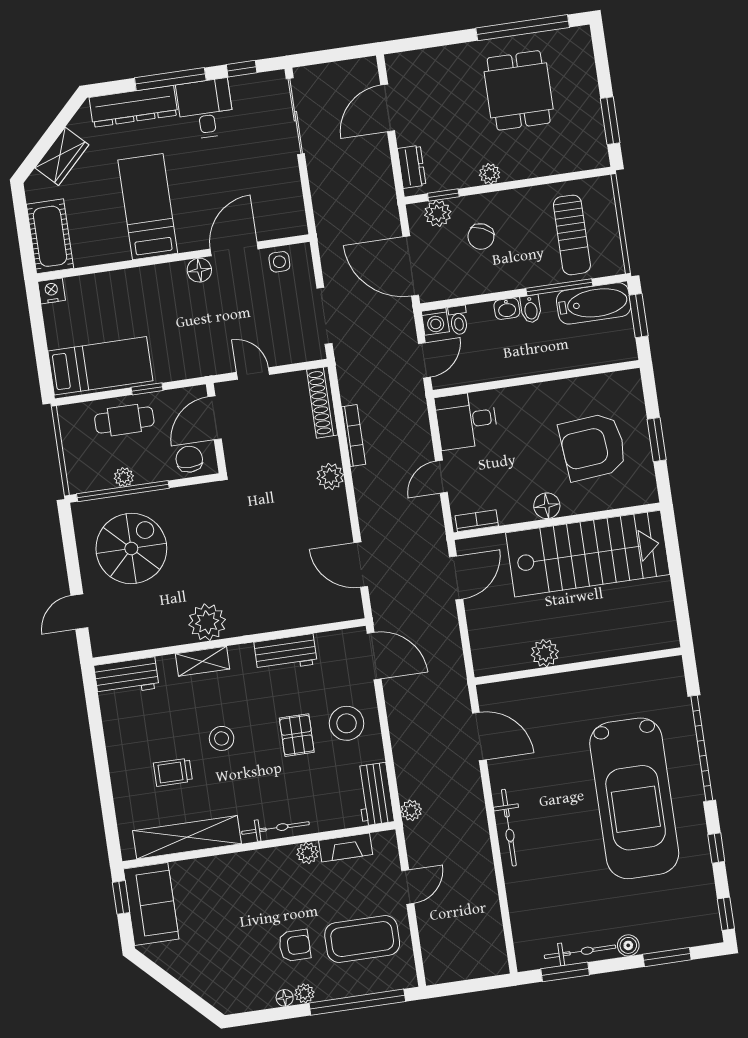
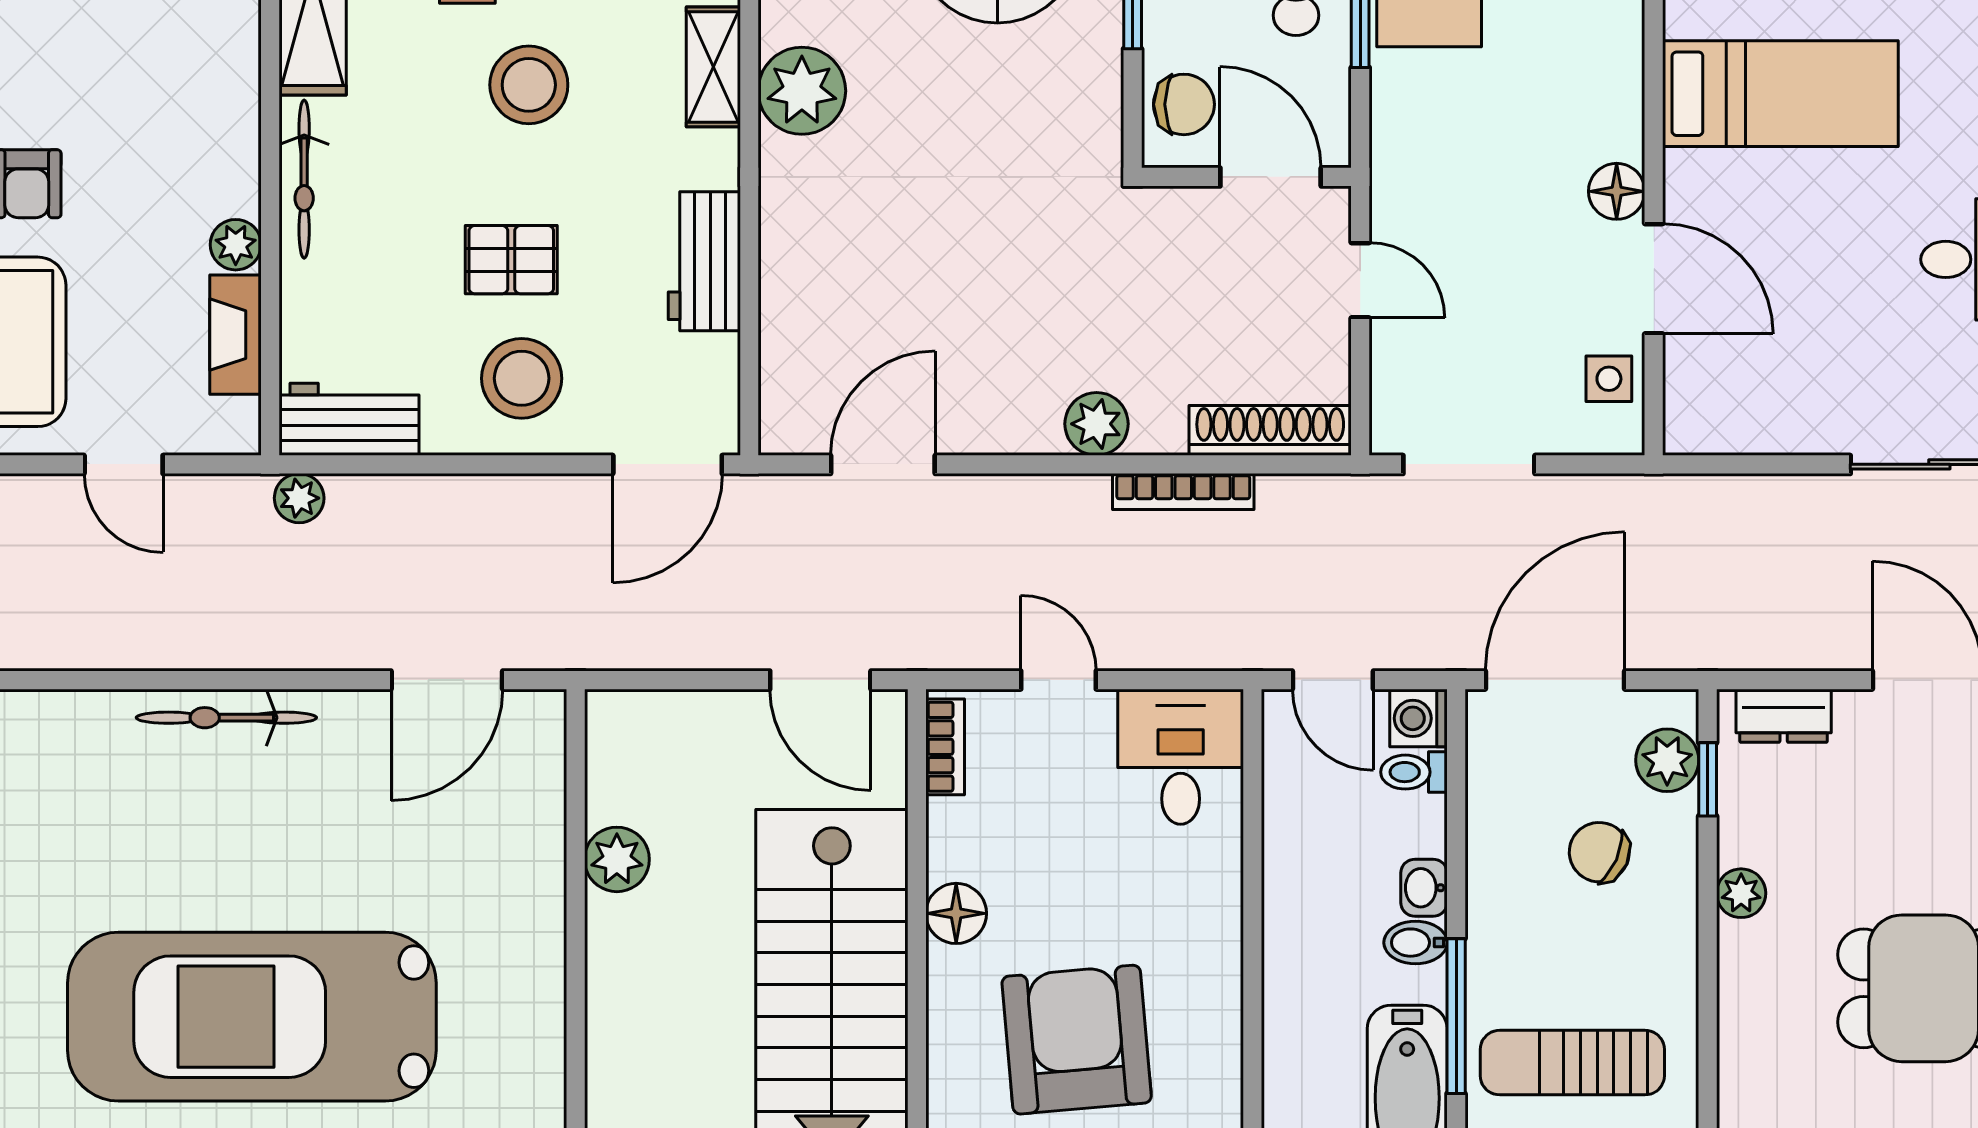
door: (253, 373) -> (1360, 280), hinge flipped
stool: (222, 738) -> (529, 85), width x1.38, depth x1.38

